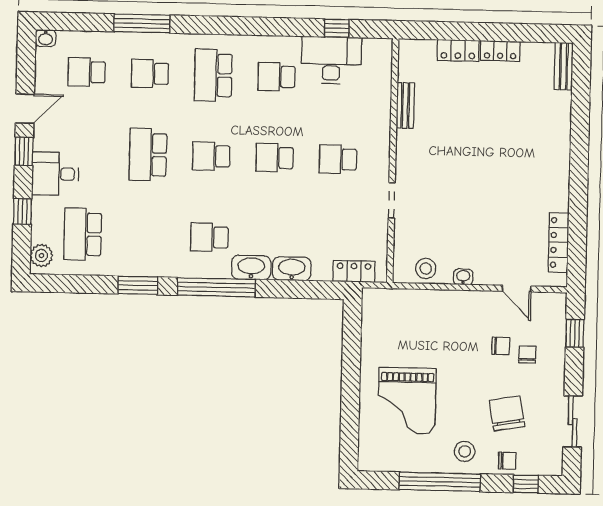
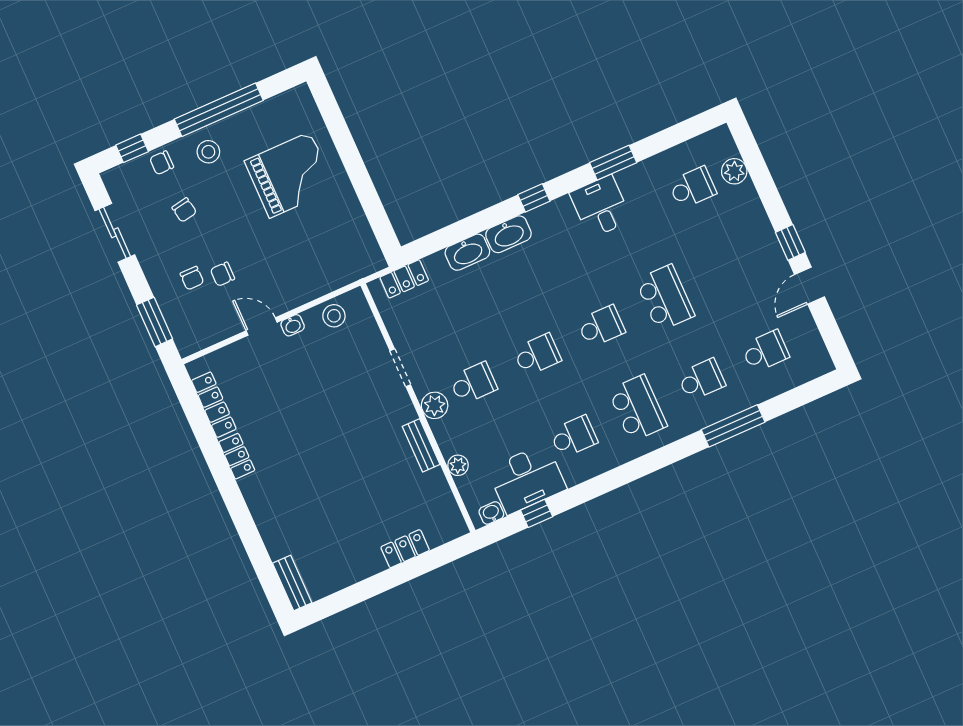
washbasin: (46, 38) -> (491, 513), moved
locker: (500, 51) -> (237, 456), moved, turned 90
plant: (382, 98) -> (458, 465), added
bench: (405, 105) -> (421, 445), moved
plant: (378, 156) -> (435, 405), added
desk: (55, 174) -> (600, 207), moved, turned -90
window: (22, 211) -> (763, 182), removed
school desk: (83, 234) -> (692, 188), width x0.54
school desk: (209, 237) -> (565, 245), removed
plant: (41, 256) -> (734, 171), moved
window: (216, 287) -> (534, 198), width x0.32
door: (517, 289) -> (262, 326), moved
window: (575, 333) -> (155, 322), width x1.50
grand piano: (407, 401) -> (290, 175), turned 90
chair: (507, 413) -> (184, 210), width x0.54, depth x0.54

